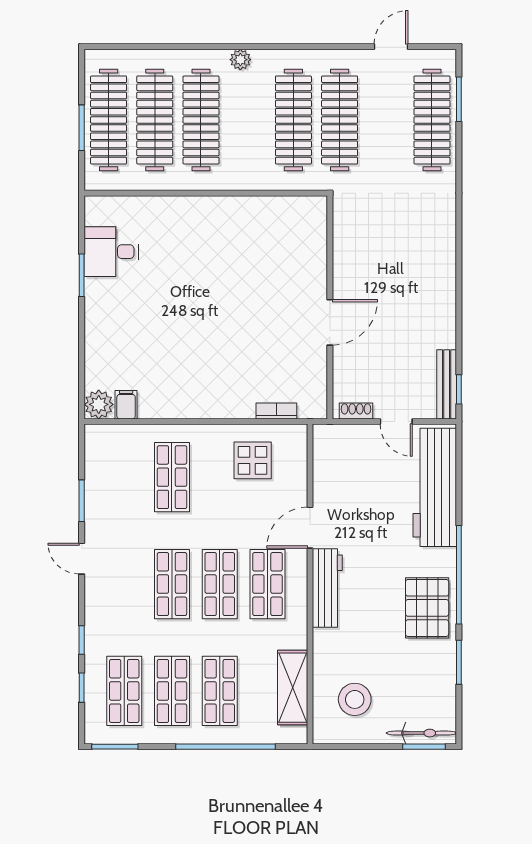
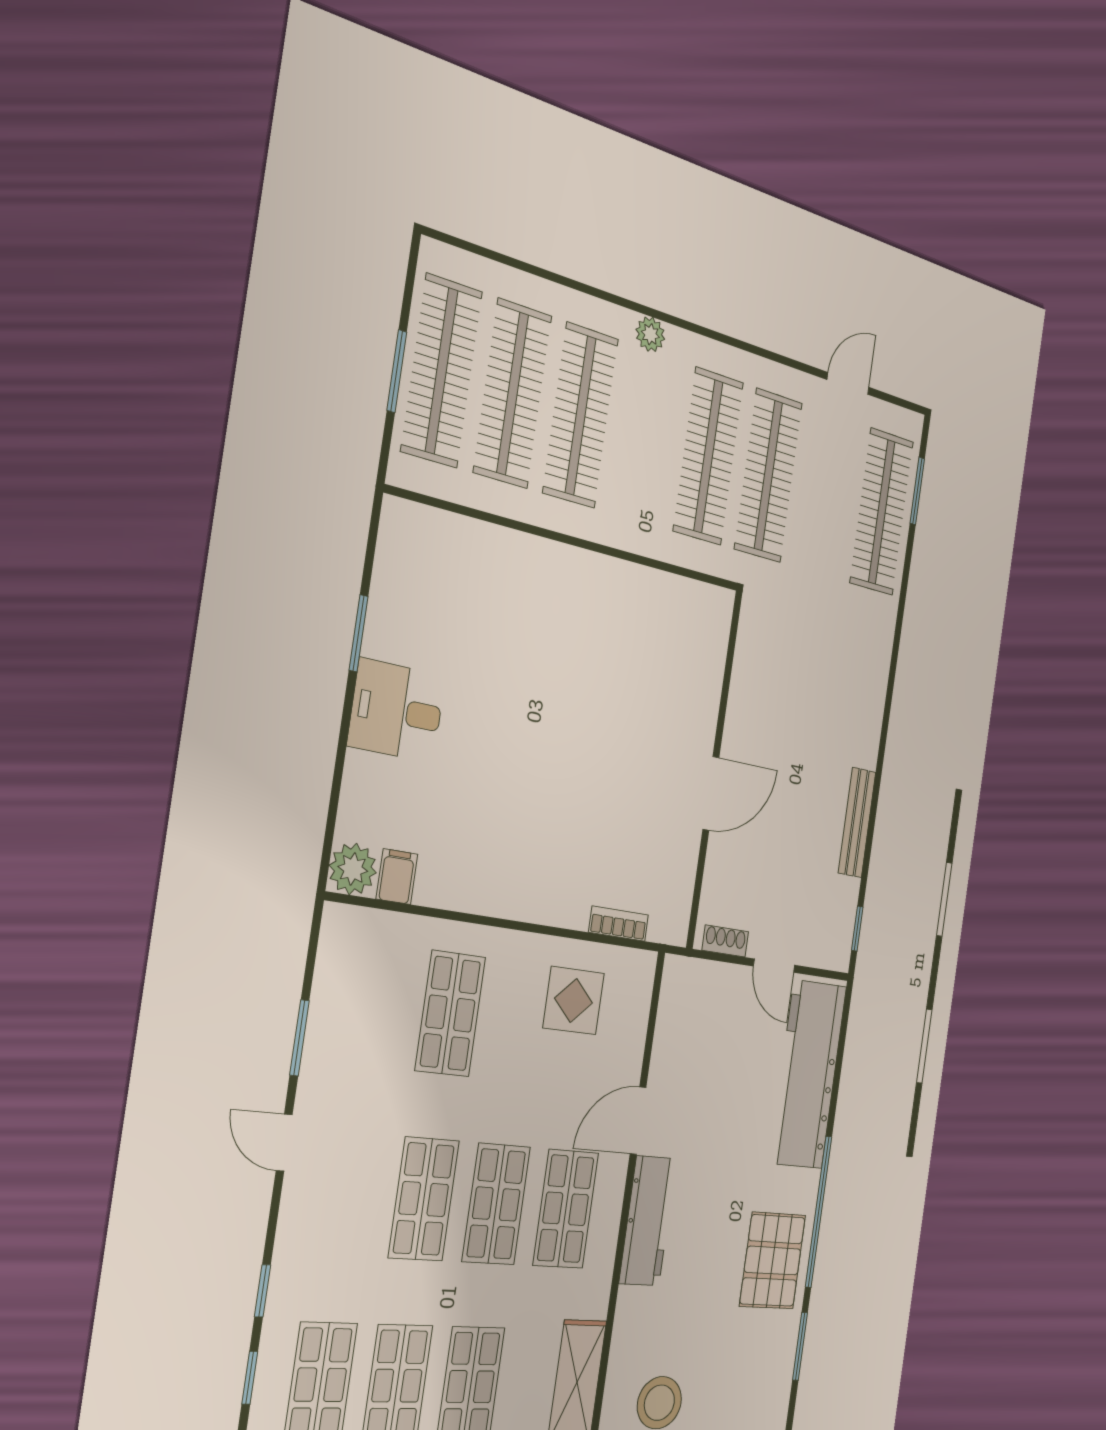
desk: (111, 252) -> (397, 711), moved
bench: (447, 384) -> (857, 822), moved

